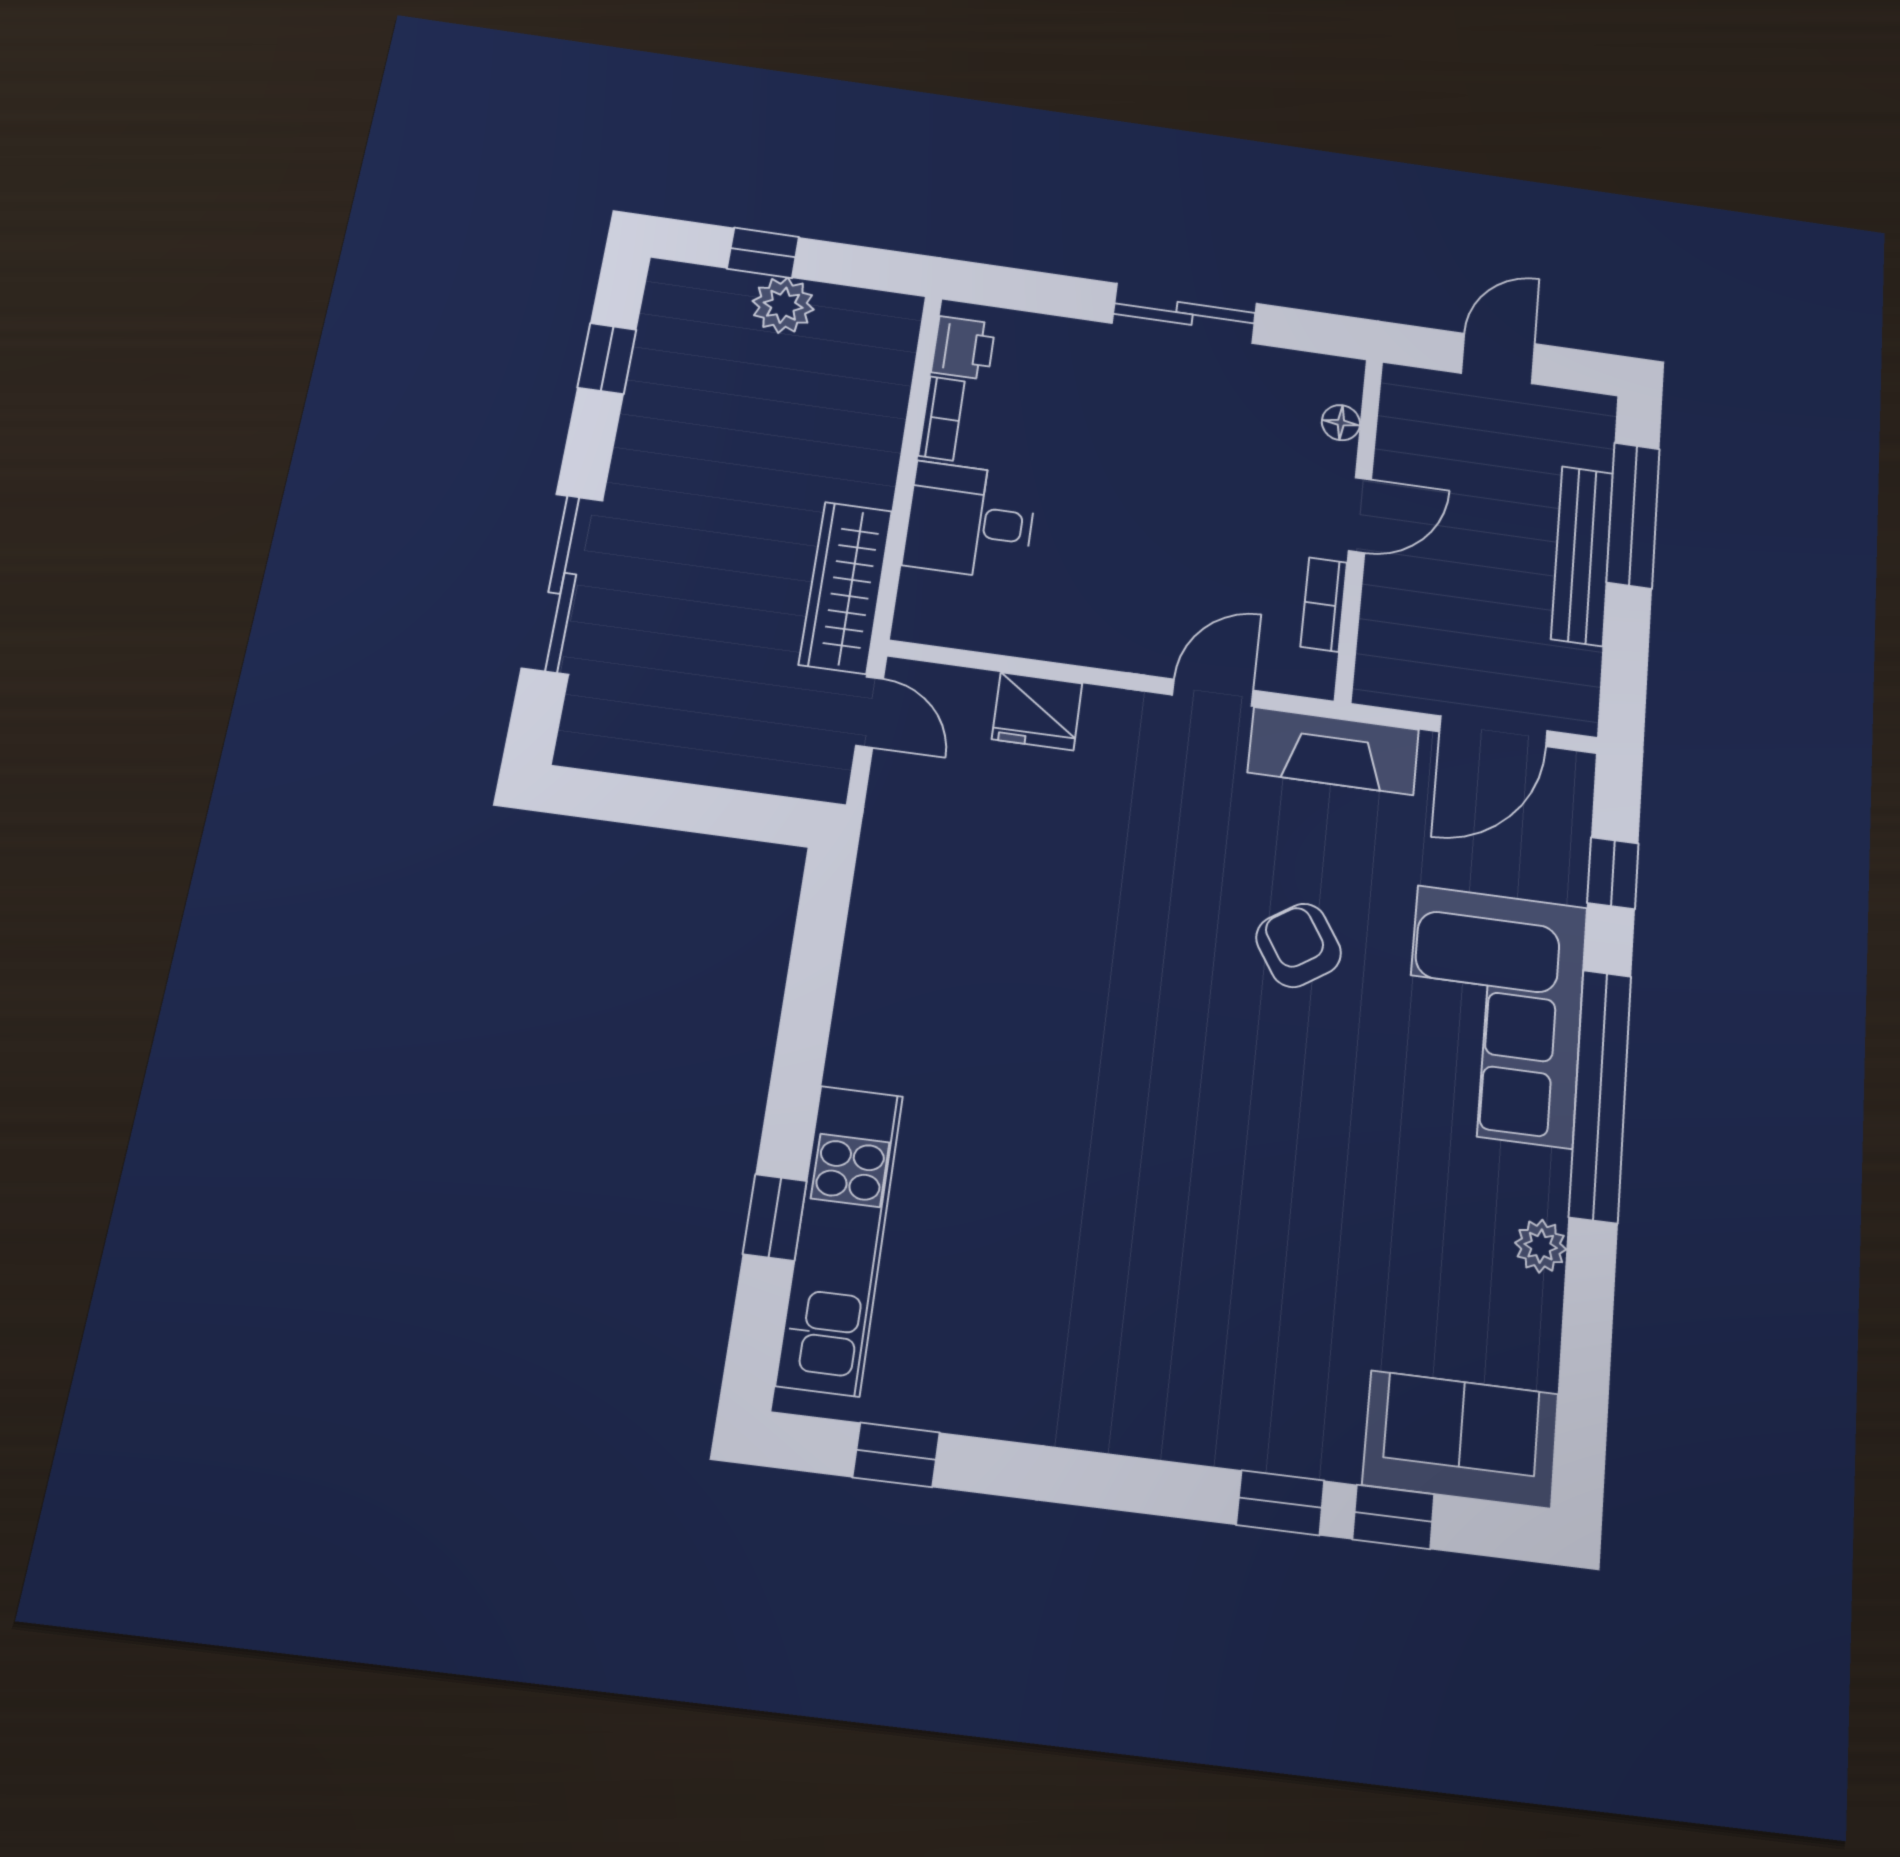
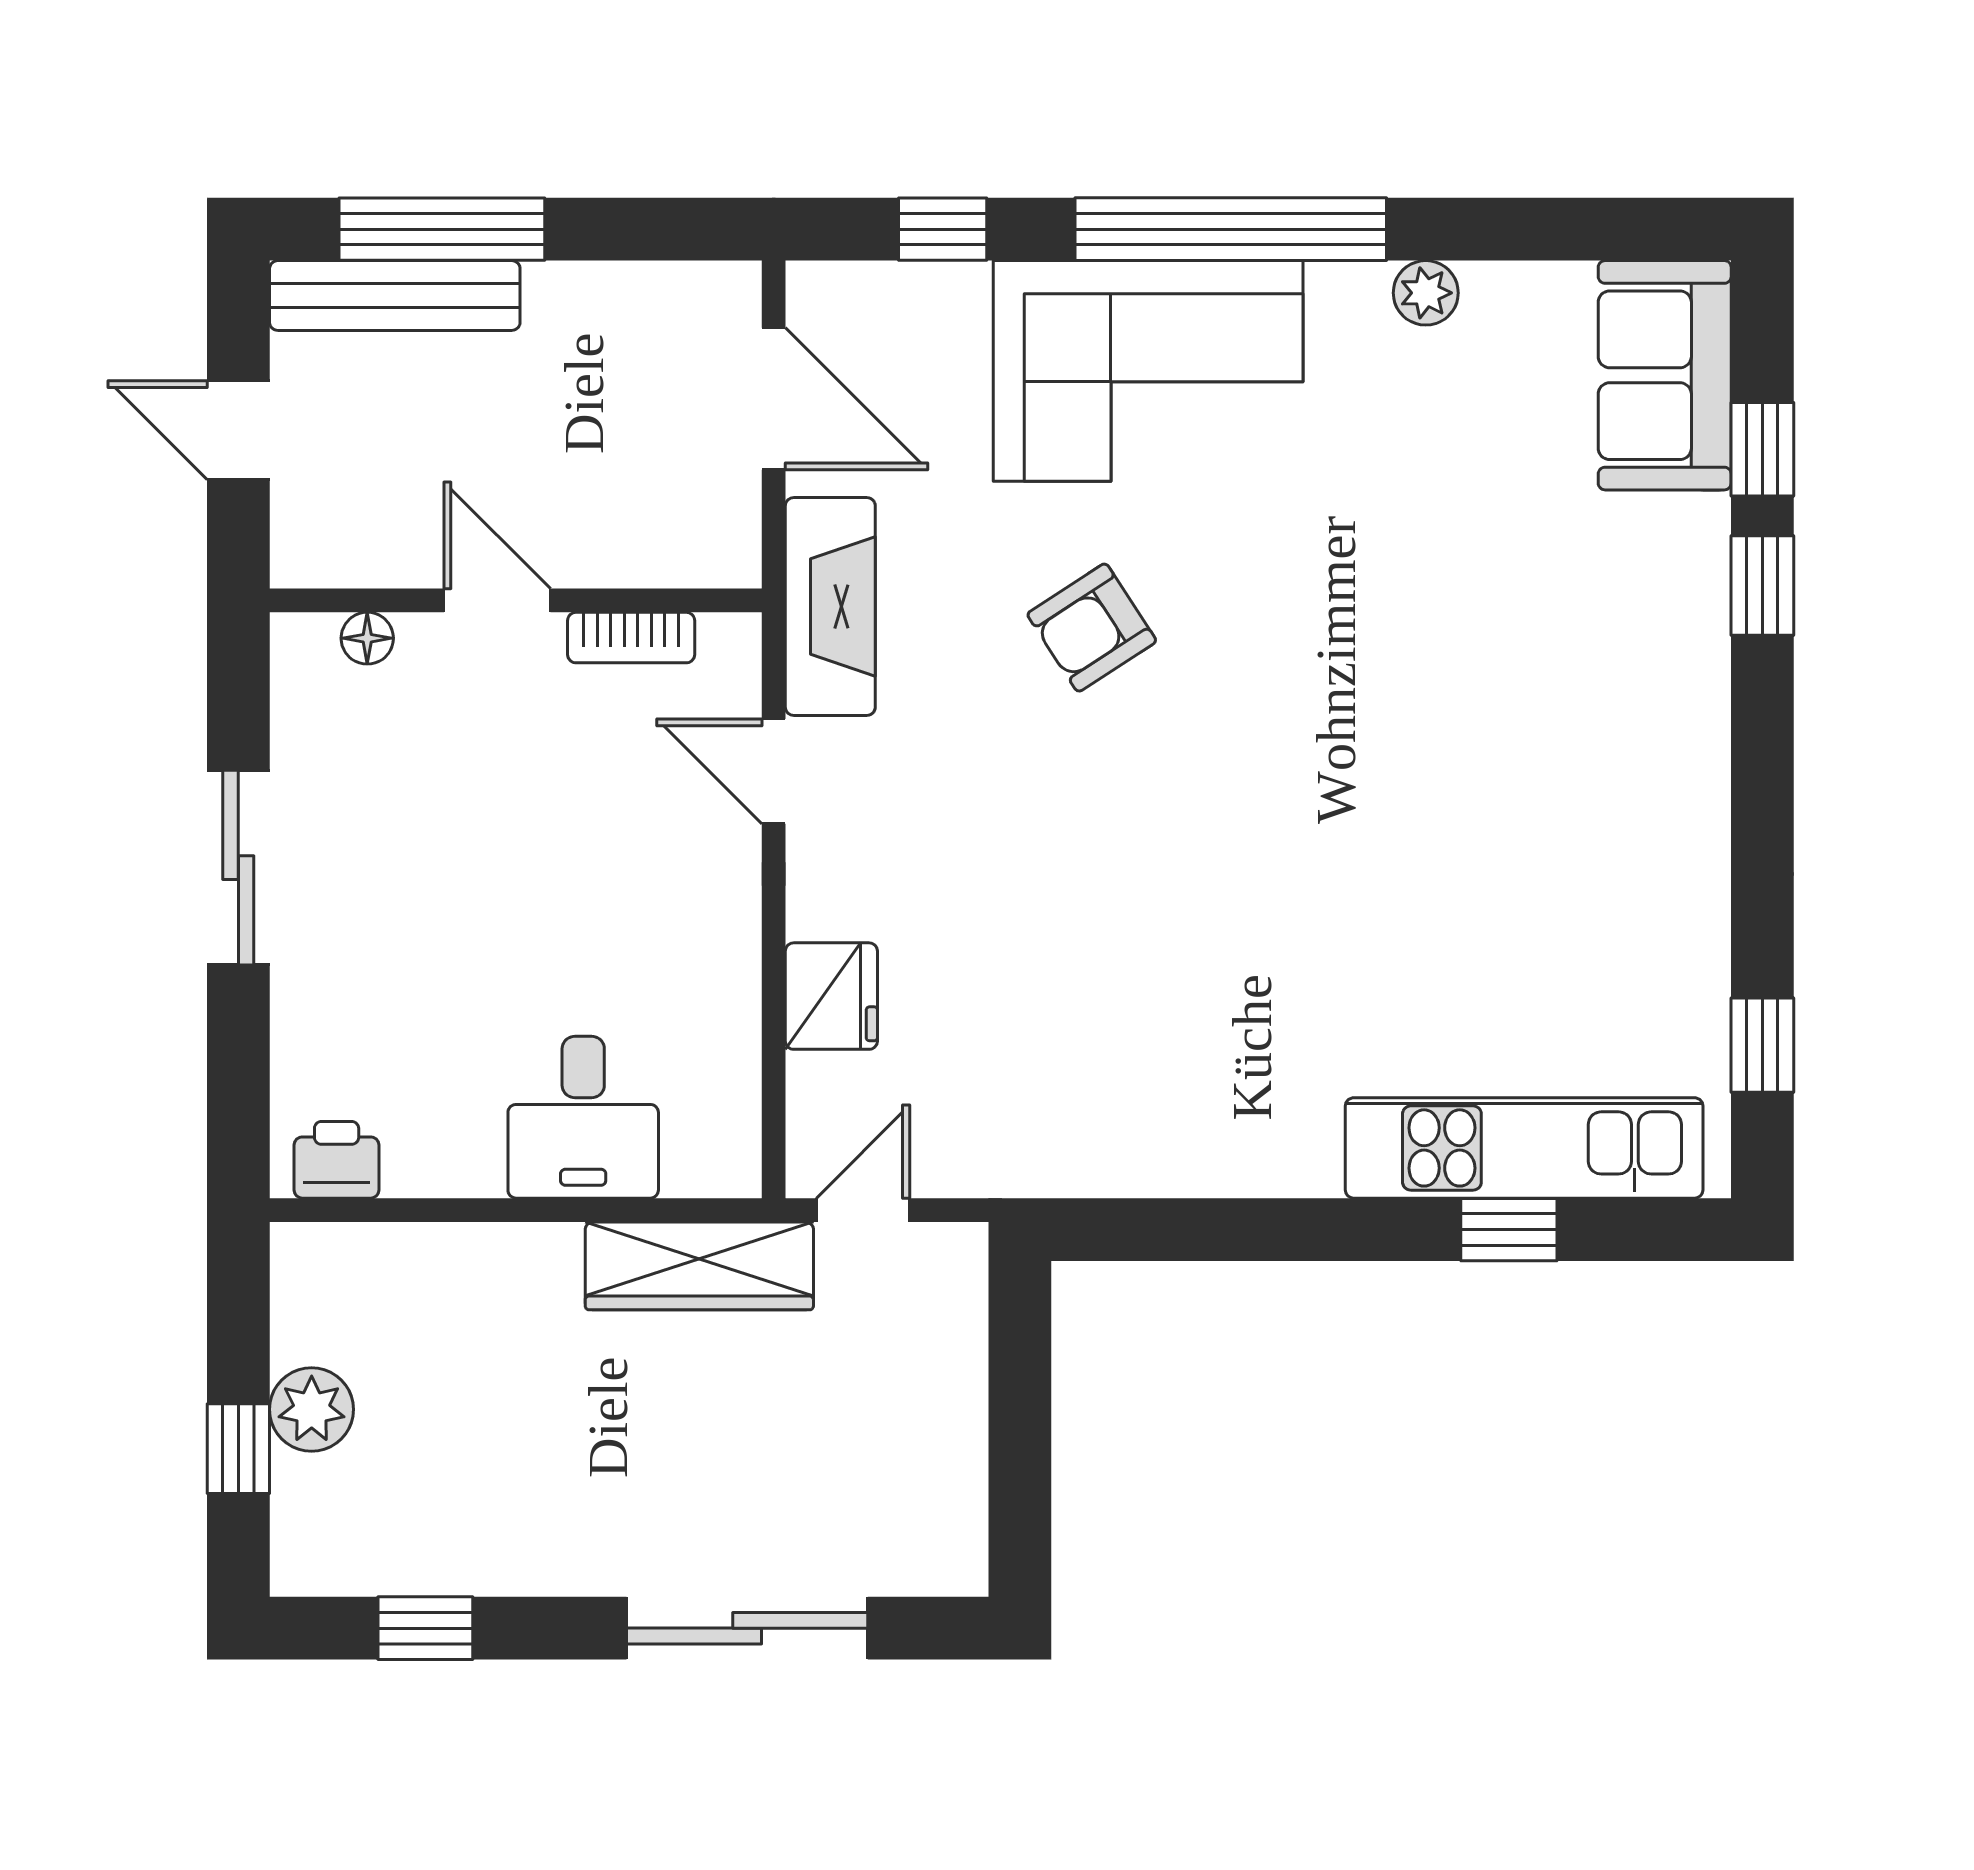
bookcase: (941, 418) -> (443, 1175), removed
bench: (1582, 556) -> (395, 296), moved

